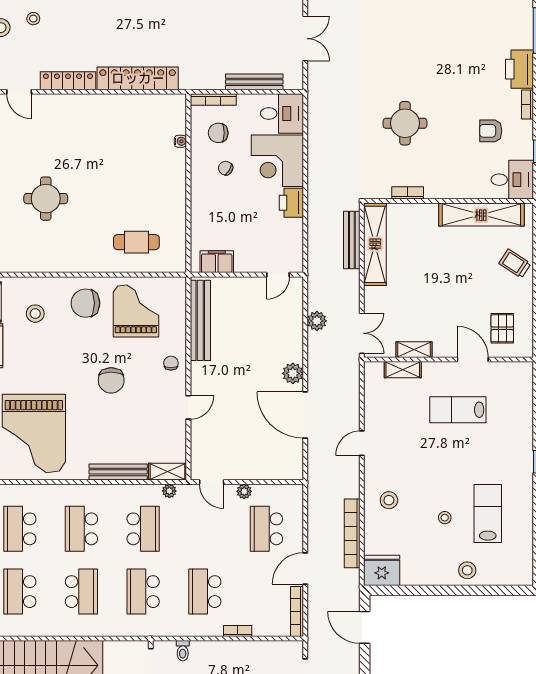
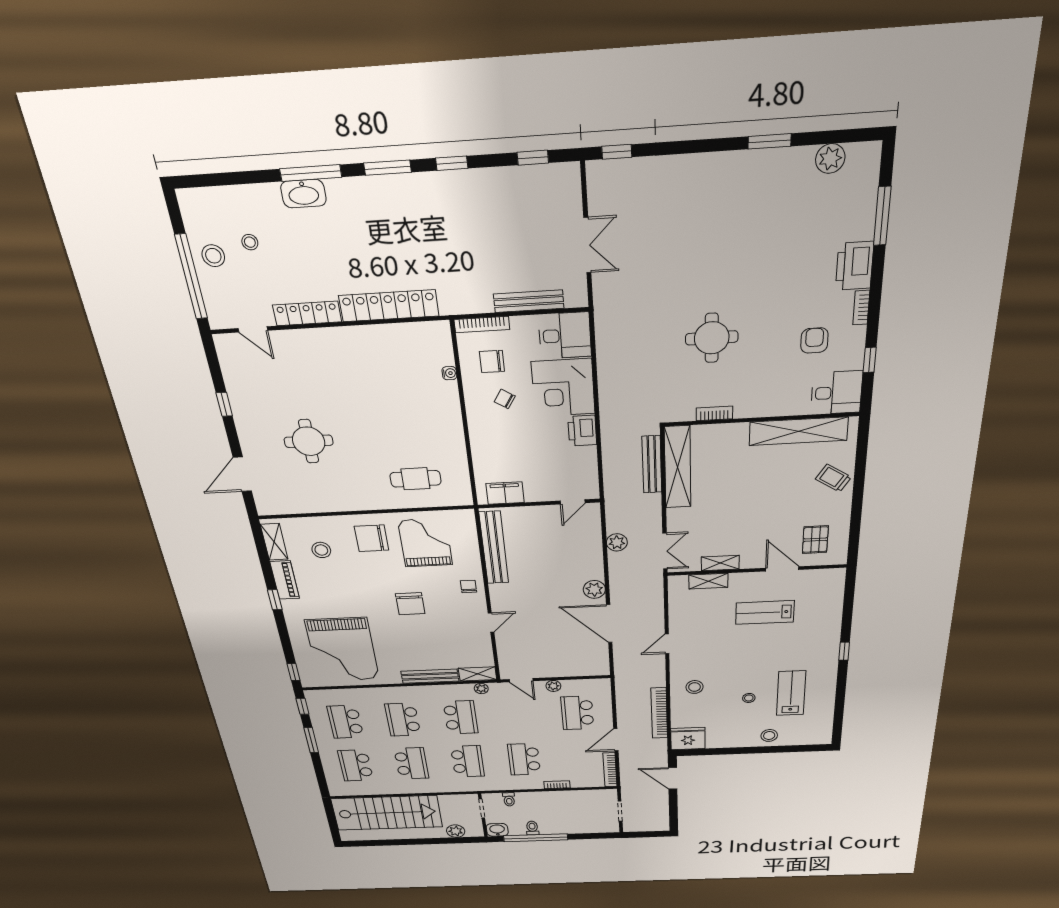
armchair: (491, 131) -> (814, 340), turned 90
school desk: (143, 592) -> (468, 761), turned 180

